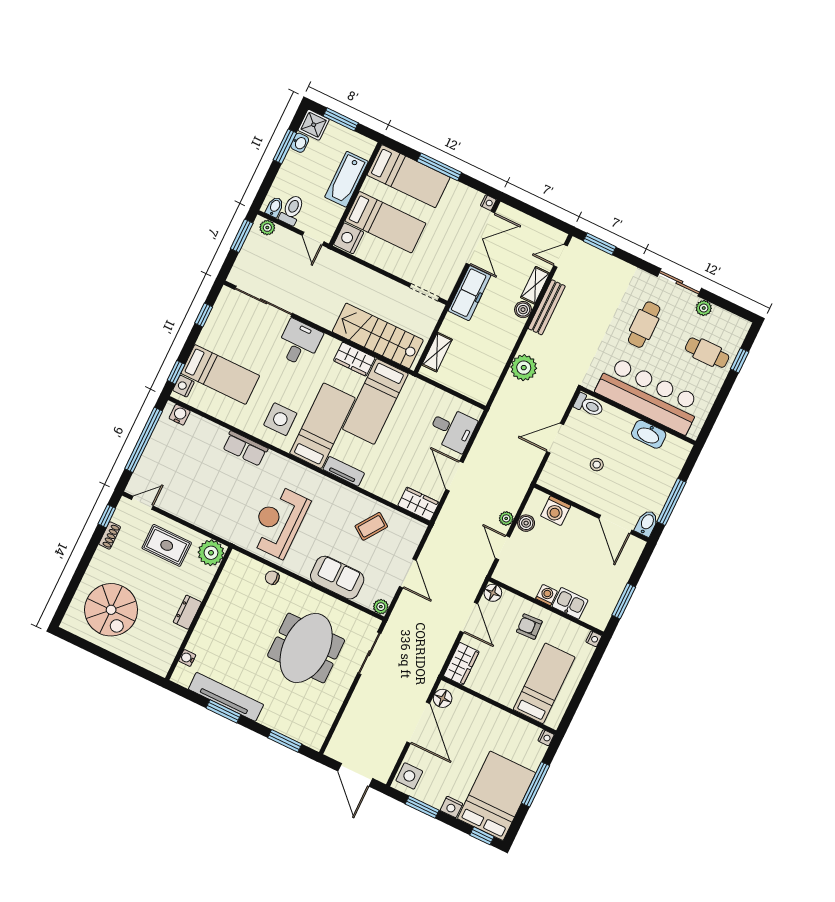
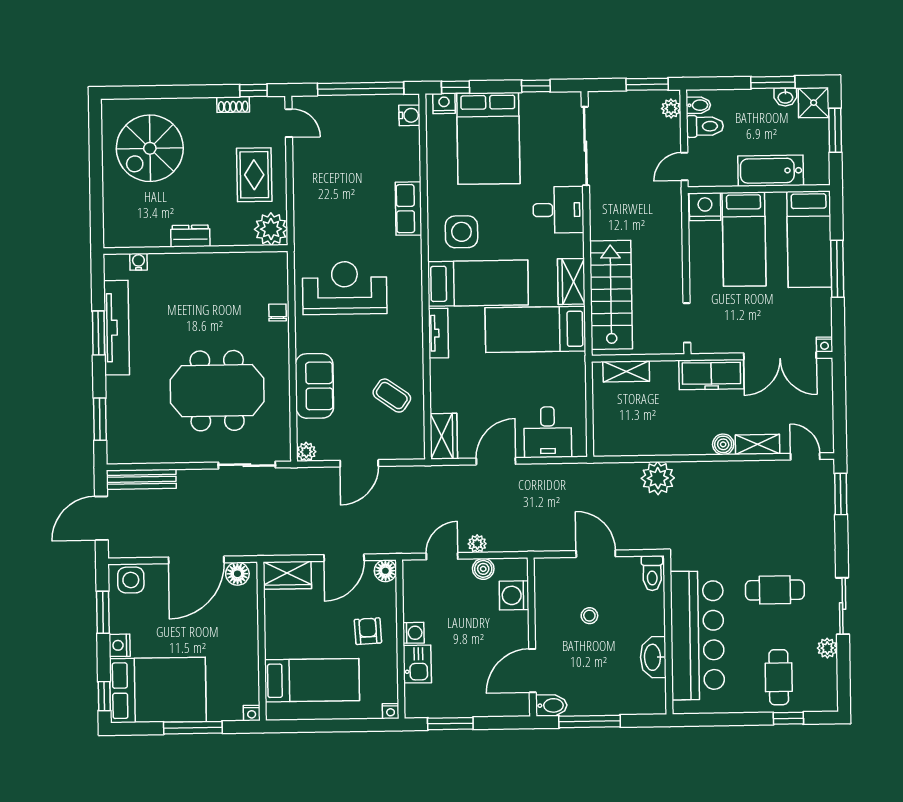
bench: (547, 307) -> (141, 479), moved
bed: (220, 374) -> (488, 138), width x1.50

